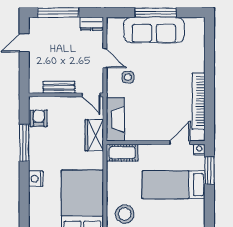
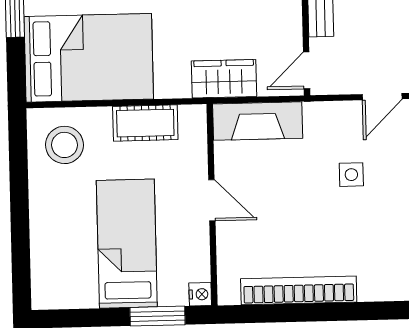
side table: (128, 77) -> (351, 175), moved
door: (180, 143) -> (212, 200), moved
cot: (122, 153) -> (145, 123), moved, turned 90

